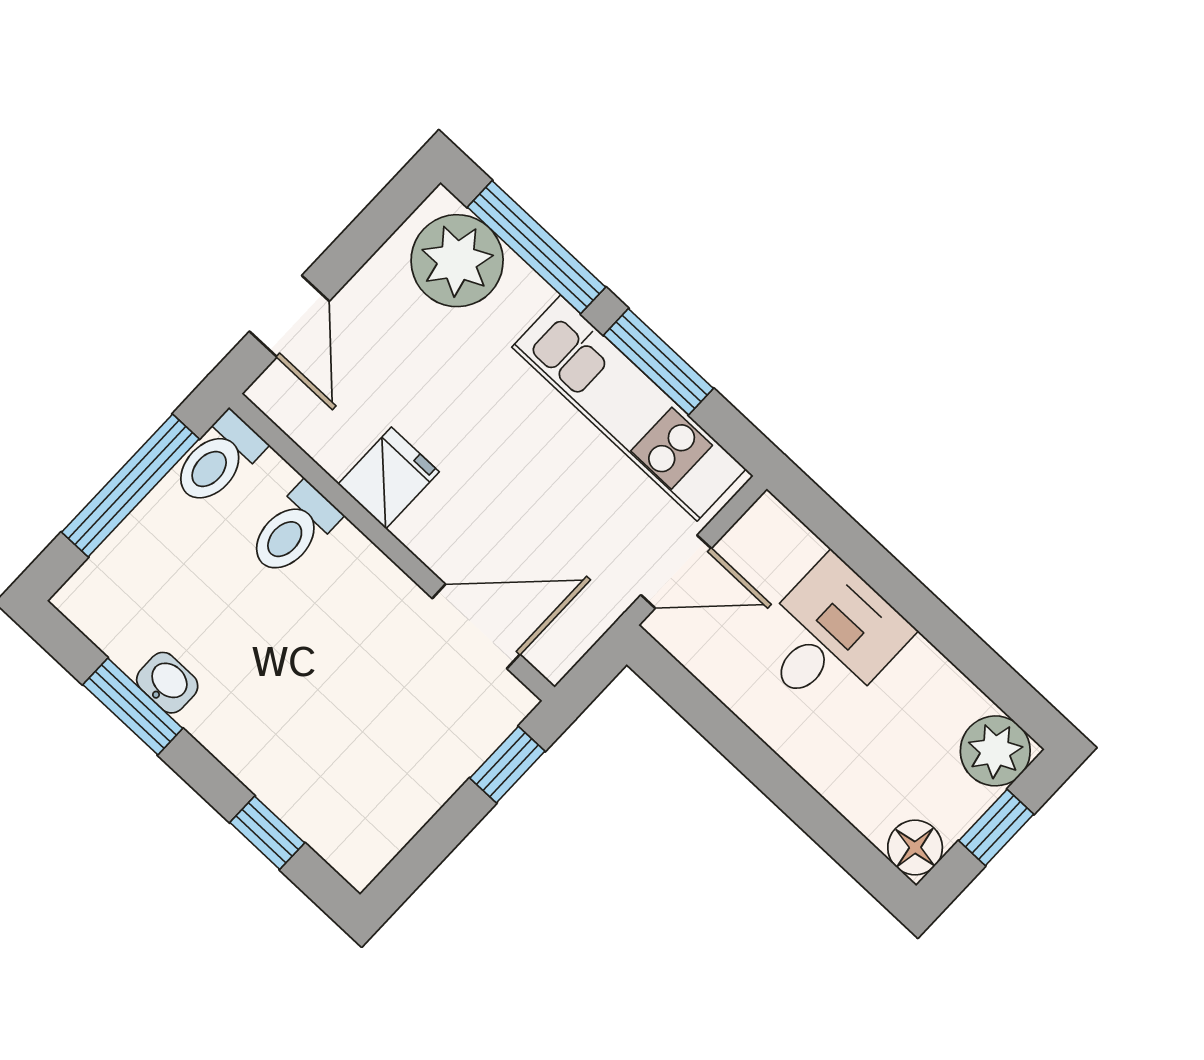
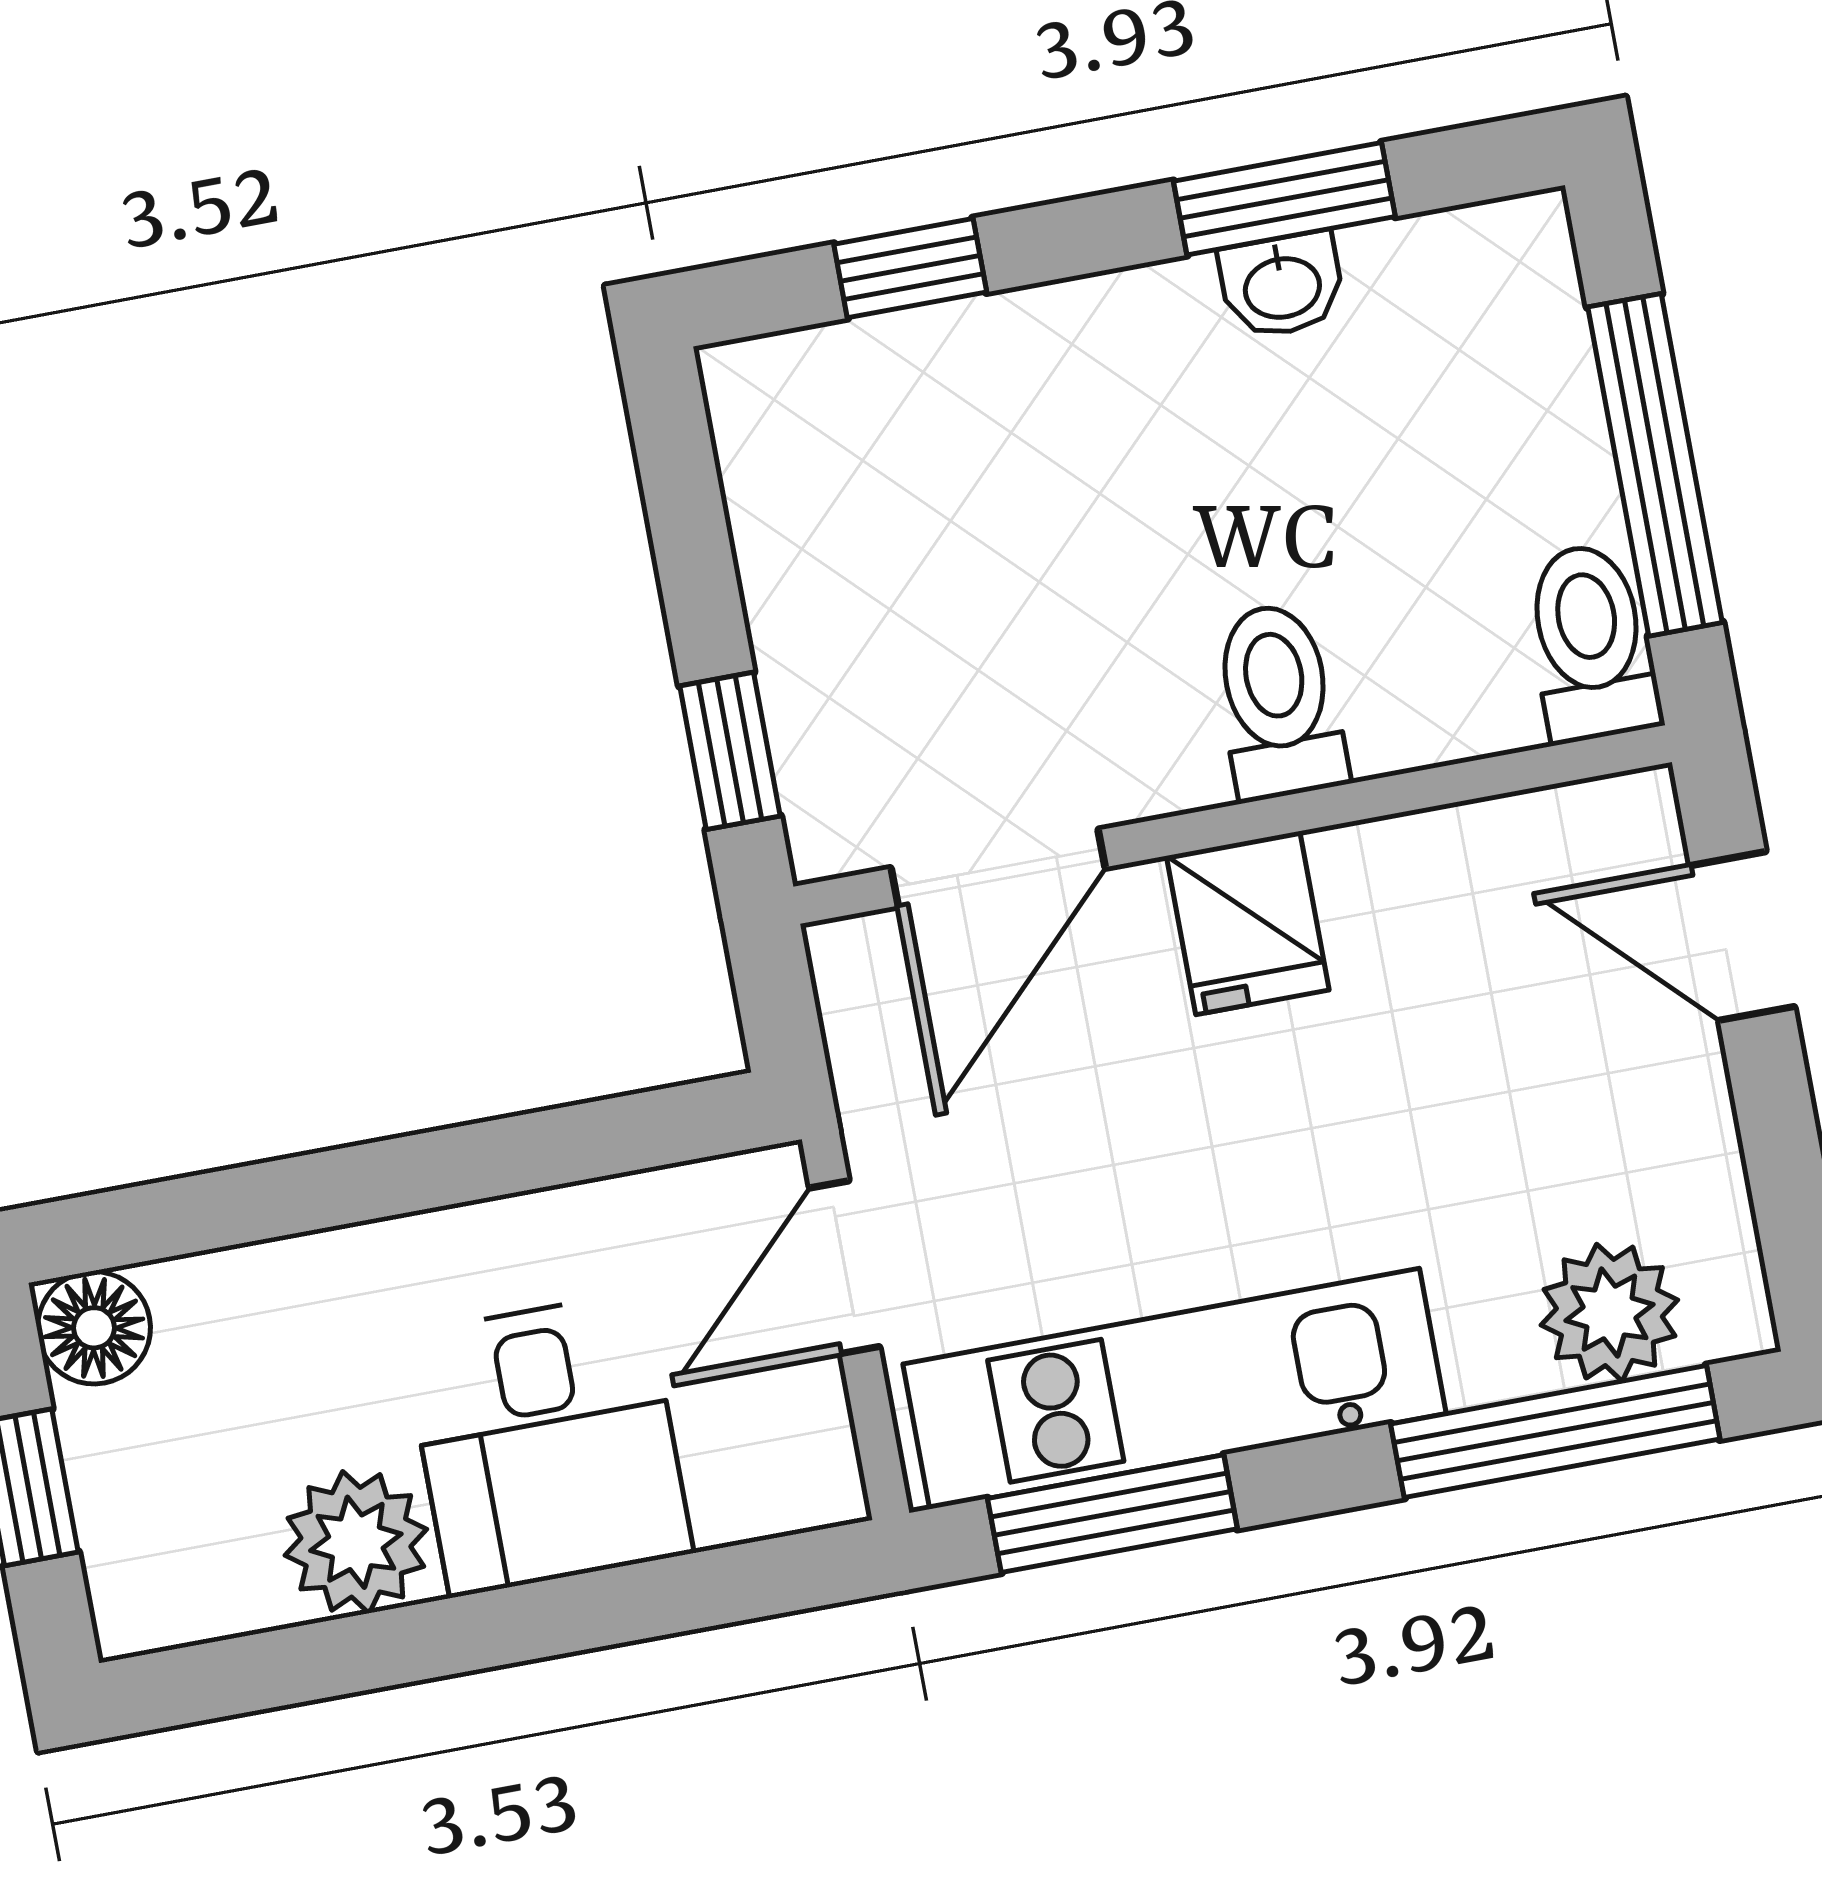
plant: (457, 261) -> (1609, 1313), width x0.73, depth x0.73
window: (658, 362) -> (1112, 1514), moved
fridge: (389, 478) -> (1248, 923), moved
toilet: (293, 530) -> (1279, 701), moved
plant: (995, 751) -> (356, 1542), moved

